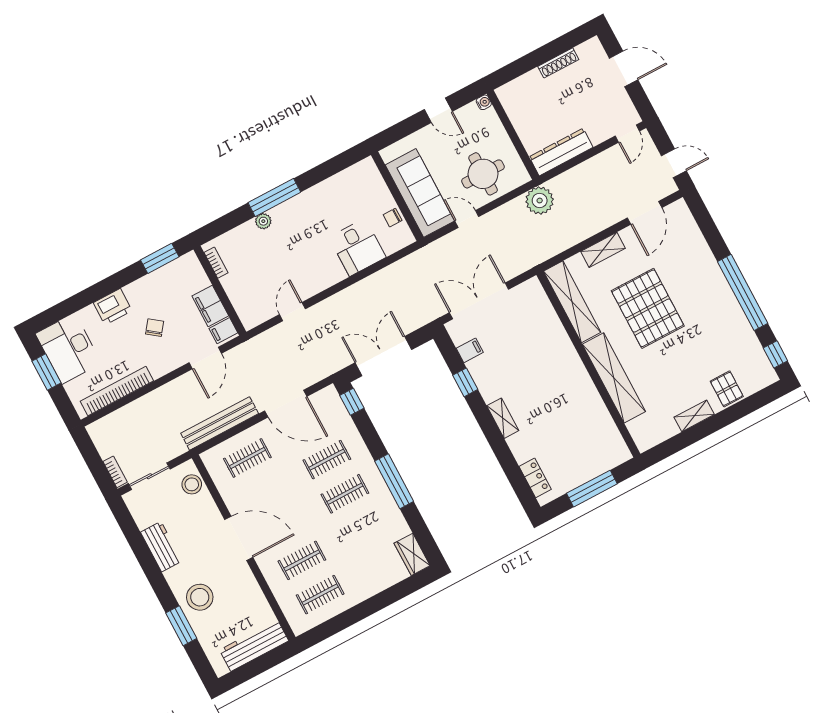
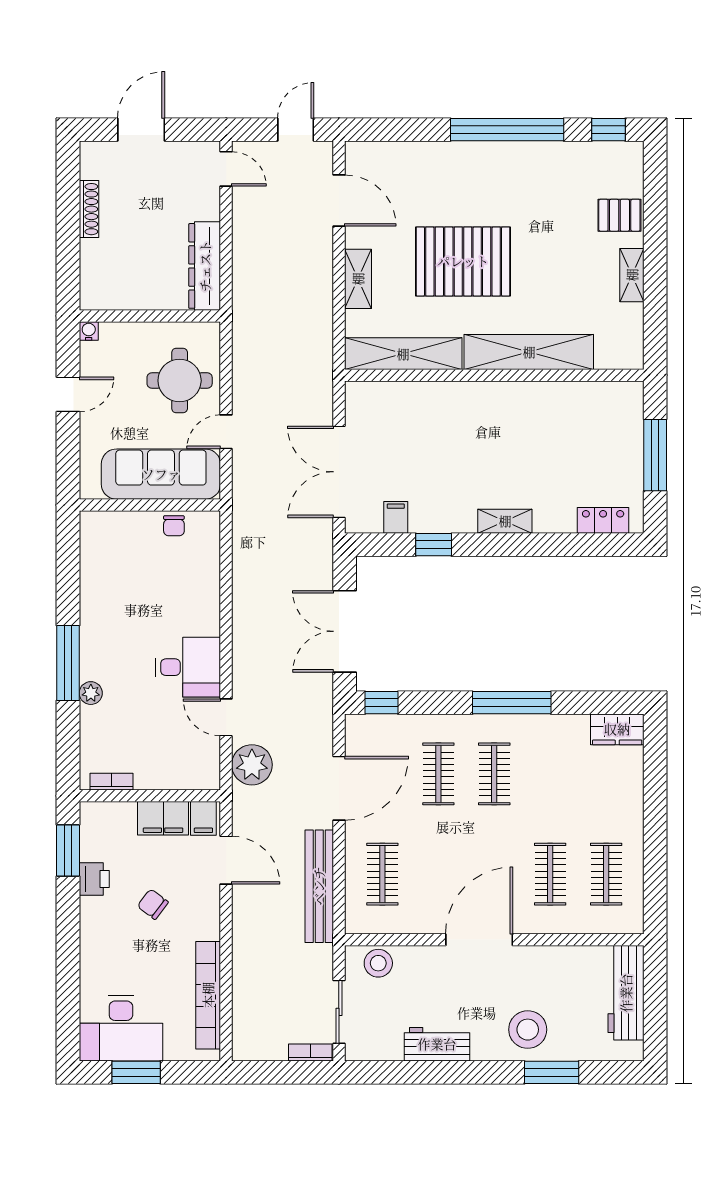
plant: (540, 201) -> (252, 765), moved
desk: (357, 247) -> (188, 667), moved
printer: (113, 307) -> (94, 879), moved, width x0.73, depth x0.81

